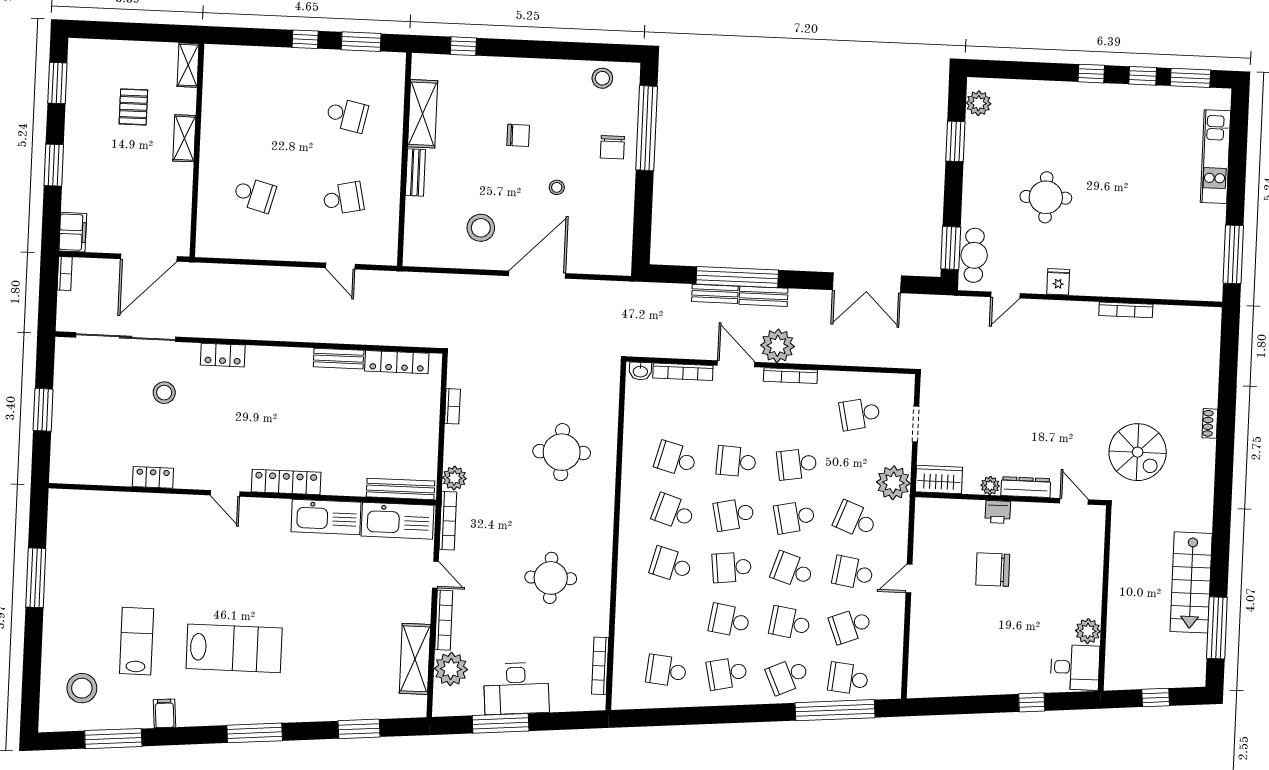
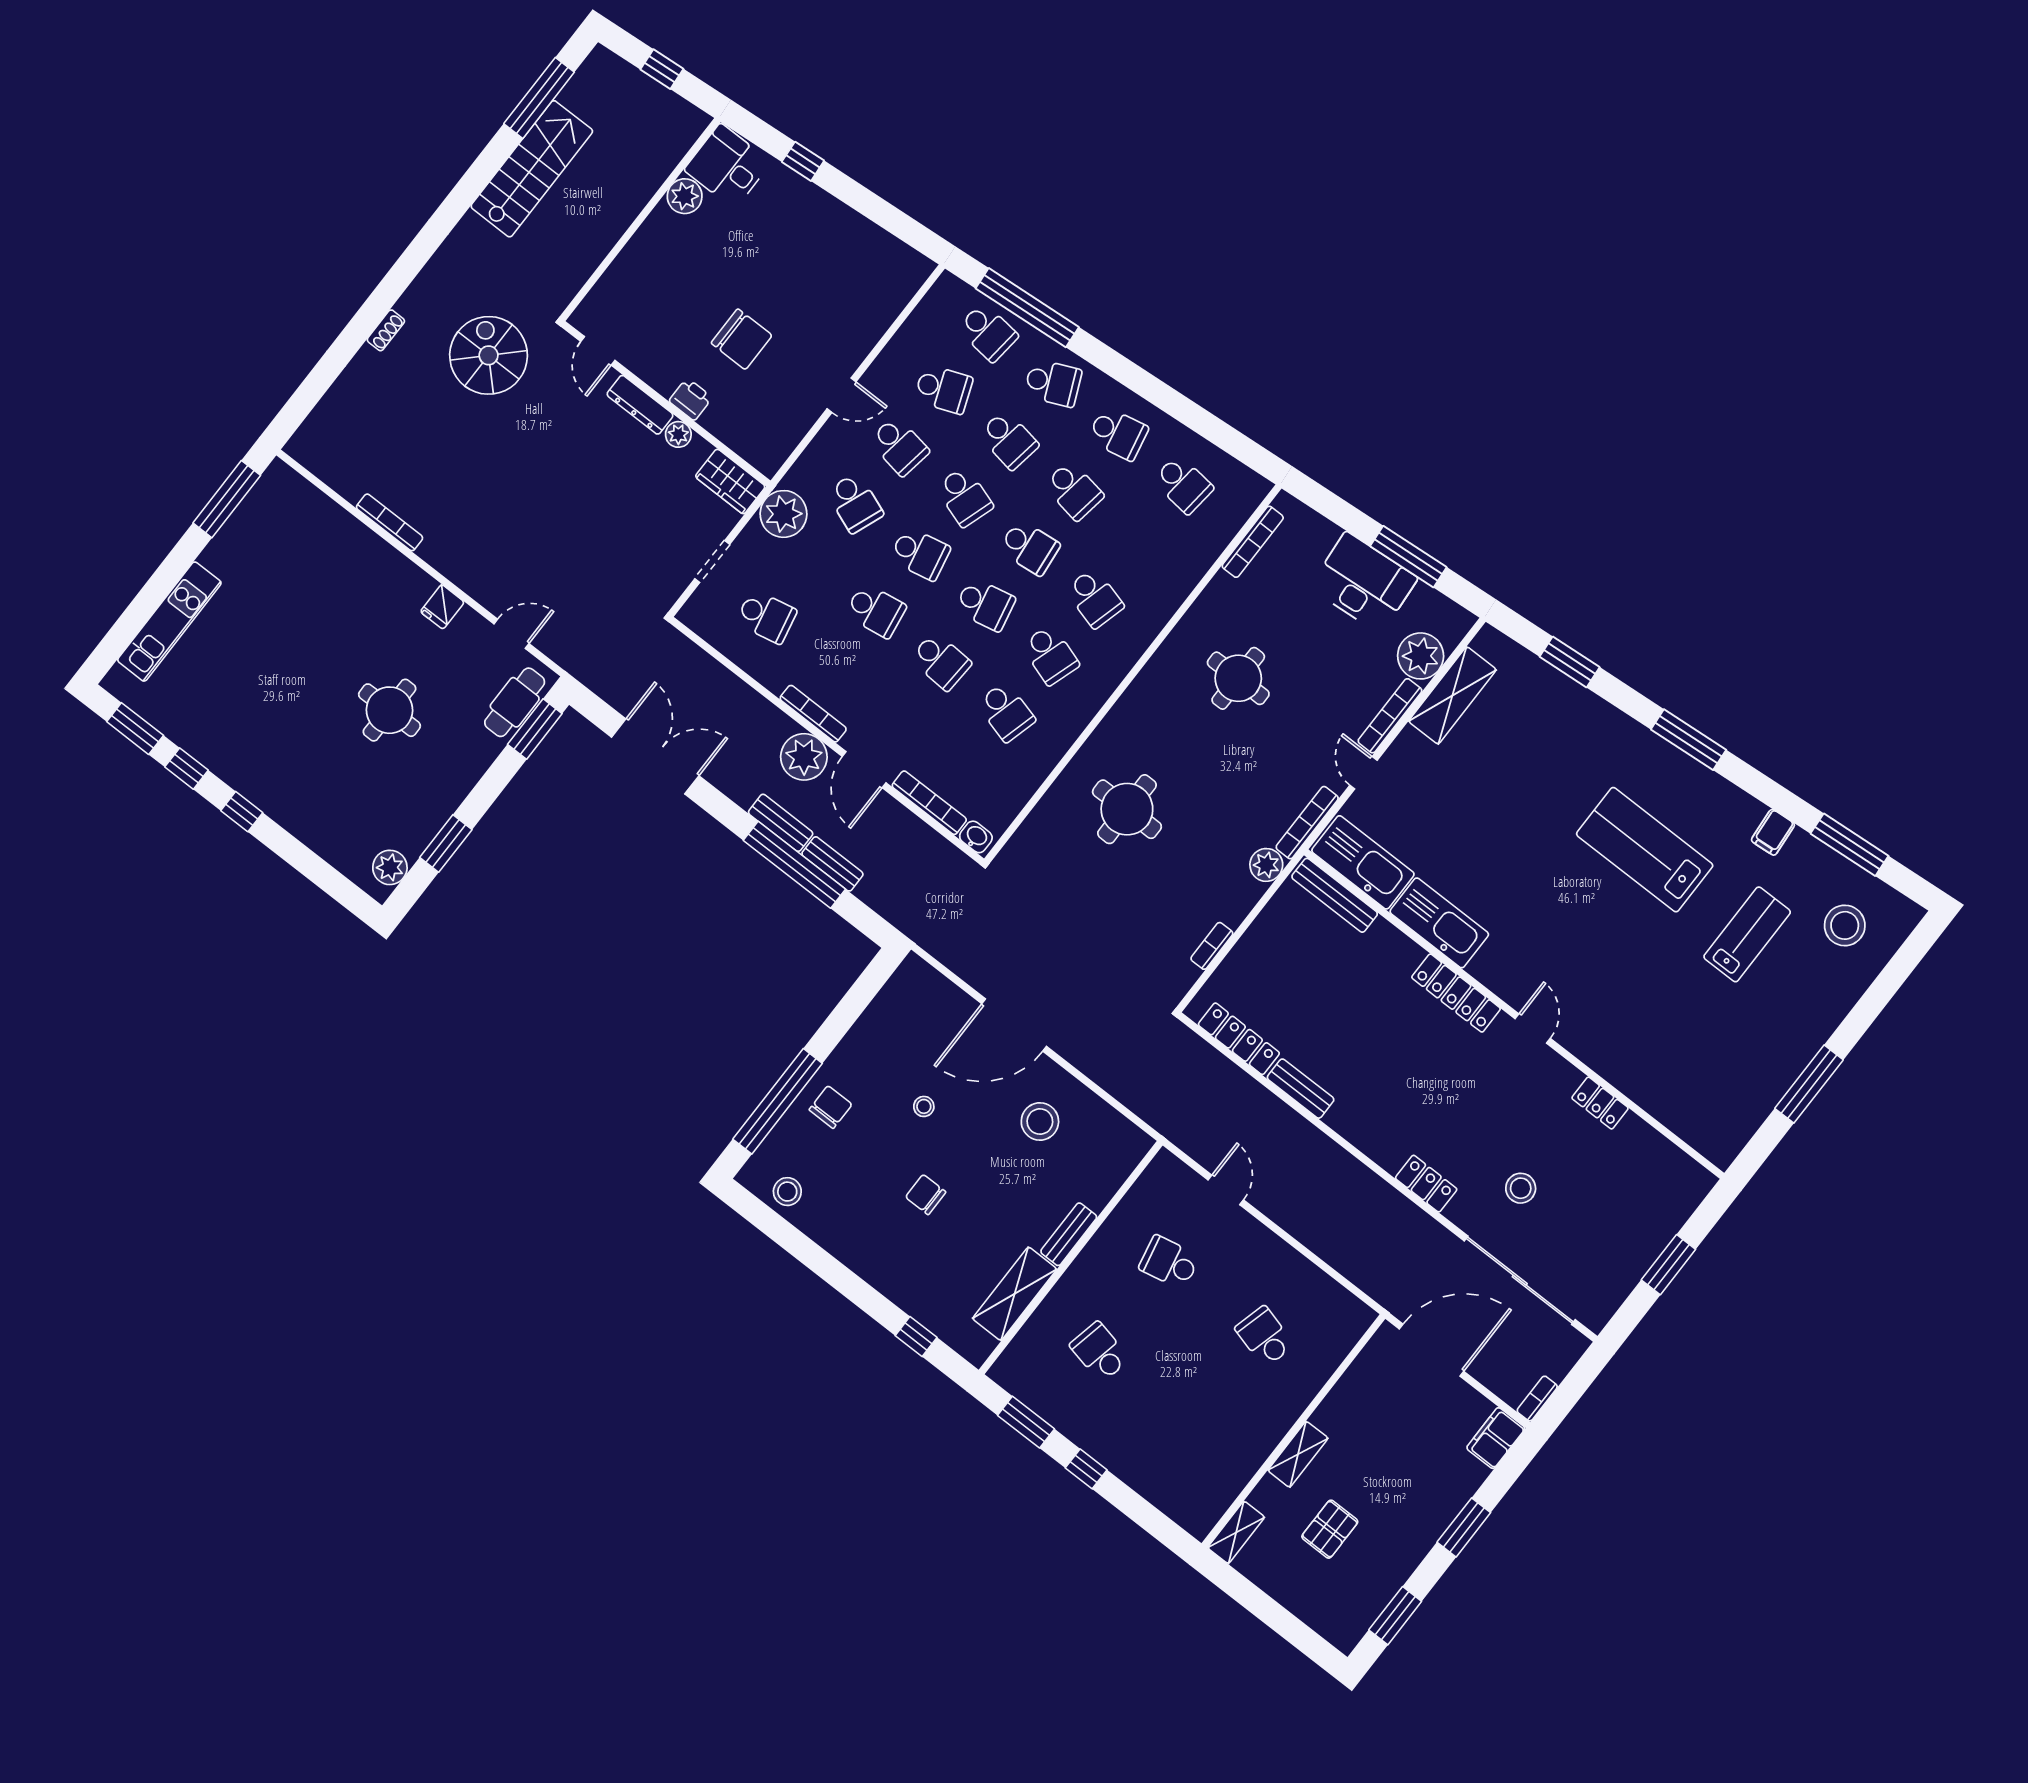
lab bench: (137, 641) -> (1747, 934), turned 180

